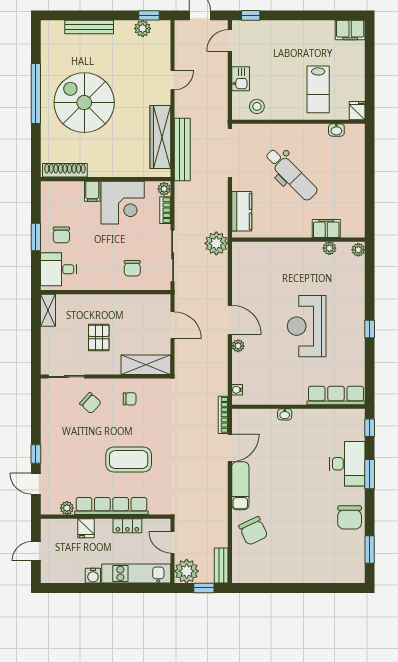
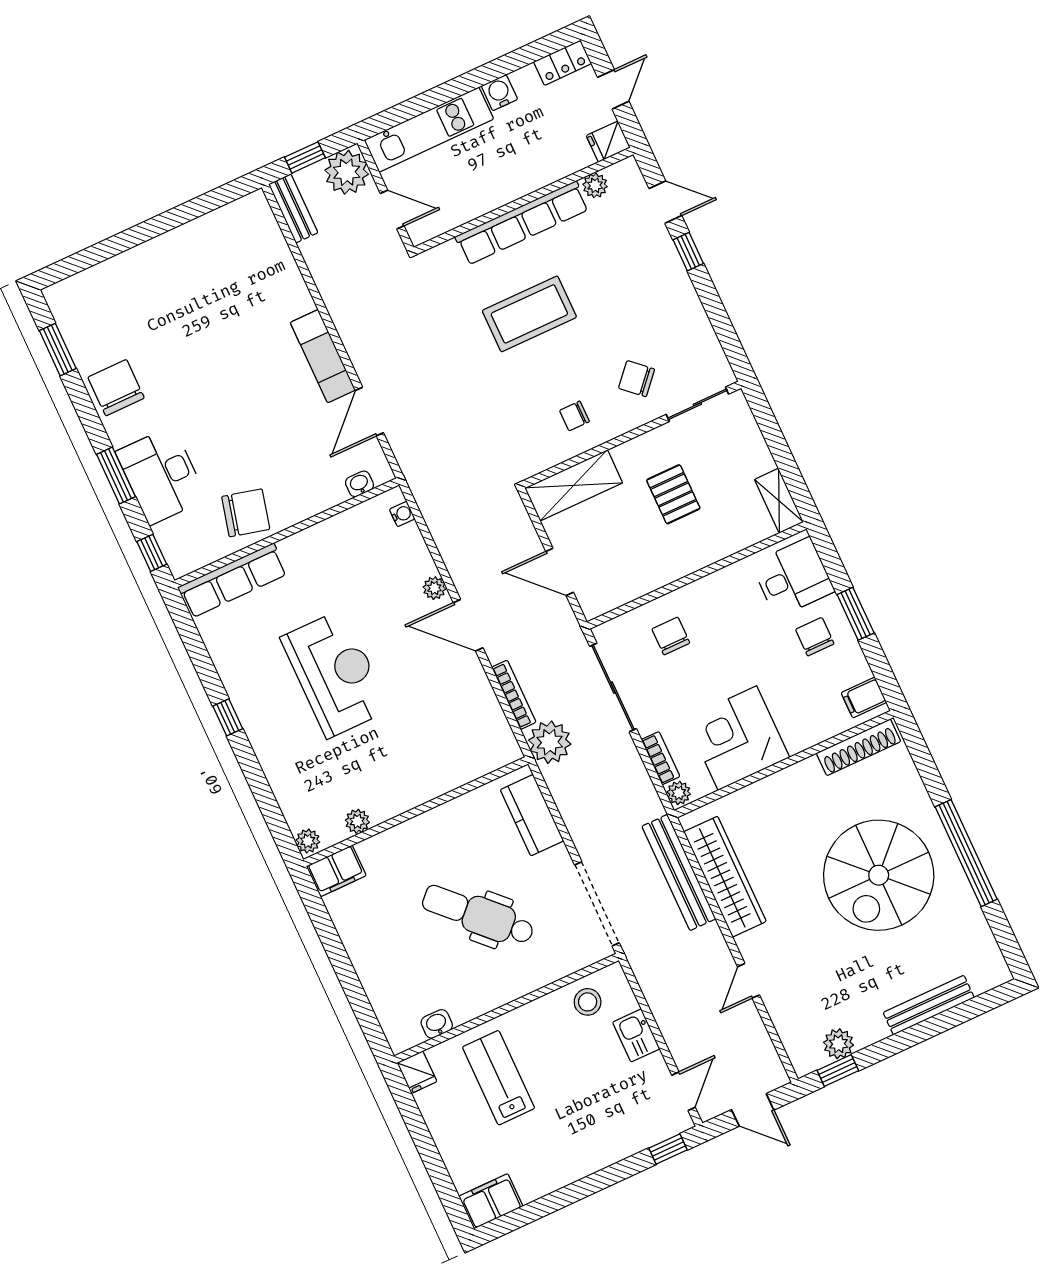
spiral stairs: (84, 103) -> (879, 875), turned 90
filing cabinet: (92, 191) -> (864, 698), moved, turned -90
filing cabinet: (326, 228) -> (336, 871), moved
washbasin: (285, 414) -> (359, 484), moved
bookcase: (223, 415) -> (514, 695), moved
locker: (127, 526) -> (562, 63), moved, turned 180
fridge: (86, 528) -> (608, 142), moved, turned -90
chair: (253, 531) -> (246, 513), moved, turned 129

